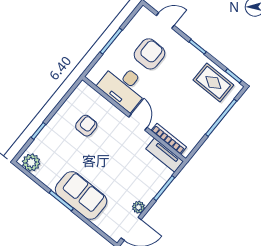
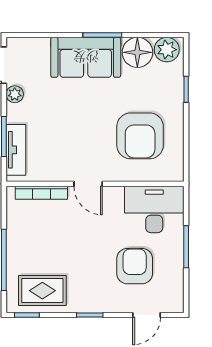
armchair: (149, 54) -> (135, 266), turned 180
desk: (124, 87) -> (154, 209), moved
armchair: (86, 126) -> (140, 136), width x1.88, depth x1.88
tv unit: (165, 155) -> (16, 150), moved, turned 90
floor lamp: (49, 174) -> (137, 52), added

